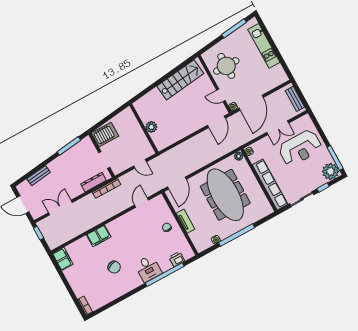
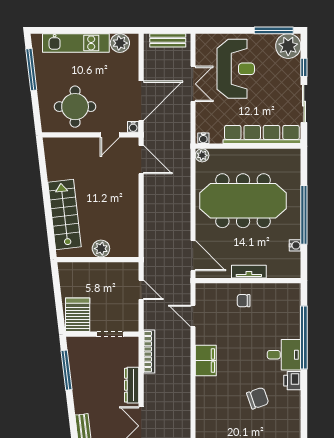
plant: (278, 72) -> (120, 43), added
stairs: (180, 80) -> (65, 215), moved
door: (251, 103) -> (141, 101), hinge flipped
door: (140, 164) -> (141, 290), hinge flipped
dresser: (93, 182) -> (132, 385), moved
filing cabinet: (99, 236) -> (206, 361), moved
printer: (177, 259) -> (292, 381), moved

